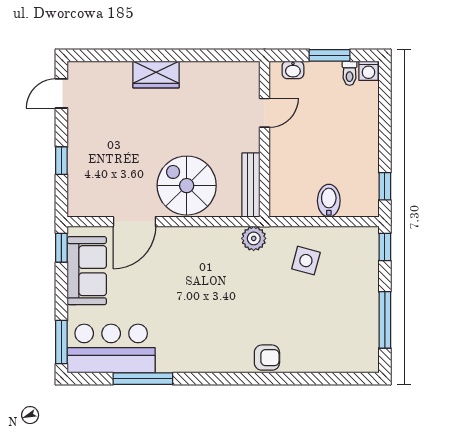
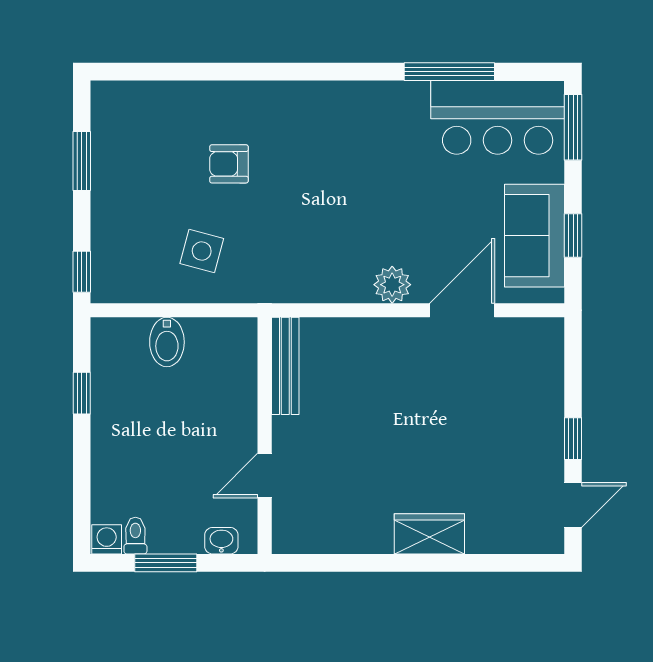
window: (61, 161) -> (573, 439), moved
spiral stairs: (187, 186) -> (383, 365), removed
window: (385, 186) -> (82, 393), moved
plant: (254, 238) -> (392, 285), moved
window: (61, 248) -> (573, 235), moved
window: (385, 320) -> (82, 161), width x0.69
armchair: (267, 358) -> (229, 164), moved

